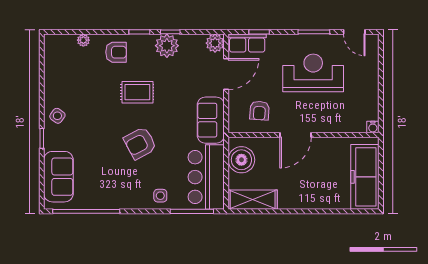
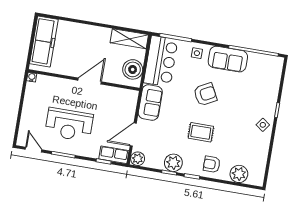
plant: (83, 40) -> (239, 174), width x1.88, depth x1.88
armchair: (259, 111) -> (113, 103), removed
sofa: (58, 177) -> (228, 59), moved, turned -90

